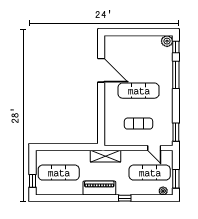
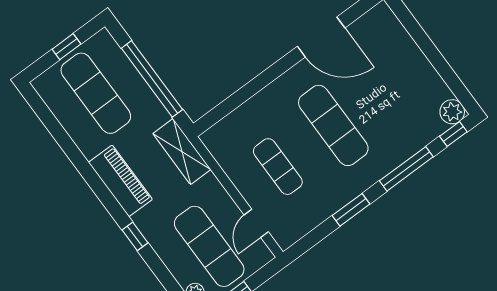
door: (101, 70) -> (321, 37), hinge flipped
window: (176, 132) -> (351, 210), moved
window: (69, 147) -> (152, 79), added
window: (33, 181) -> (66, 47), moved

